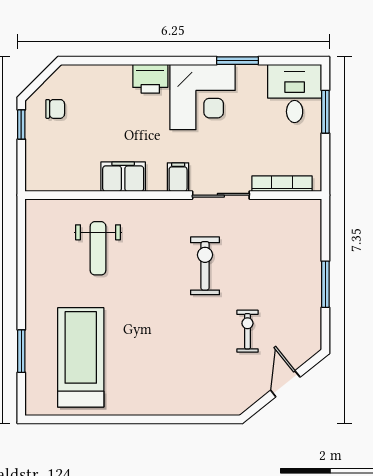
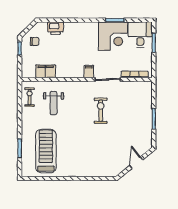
printer: (150, 79) -> (55, 28), moved
corner desk: (202, 97) -> (113, 36), moved
filing cabinet: (123, 177) -> (46, 71), moved
exercise bike: (247, 331) -> (30, 97), moved

